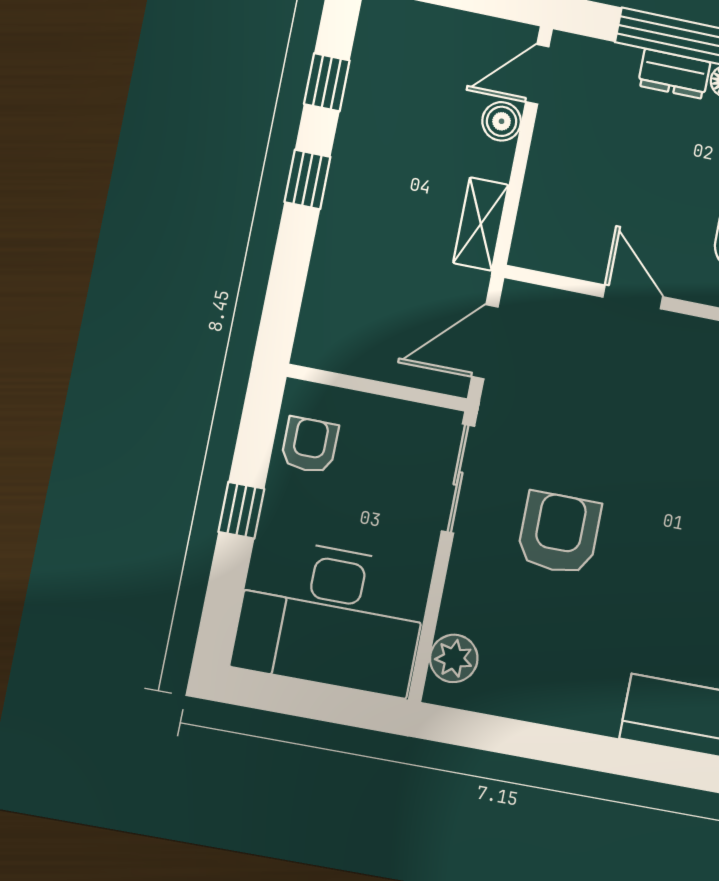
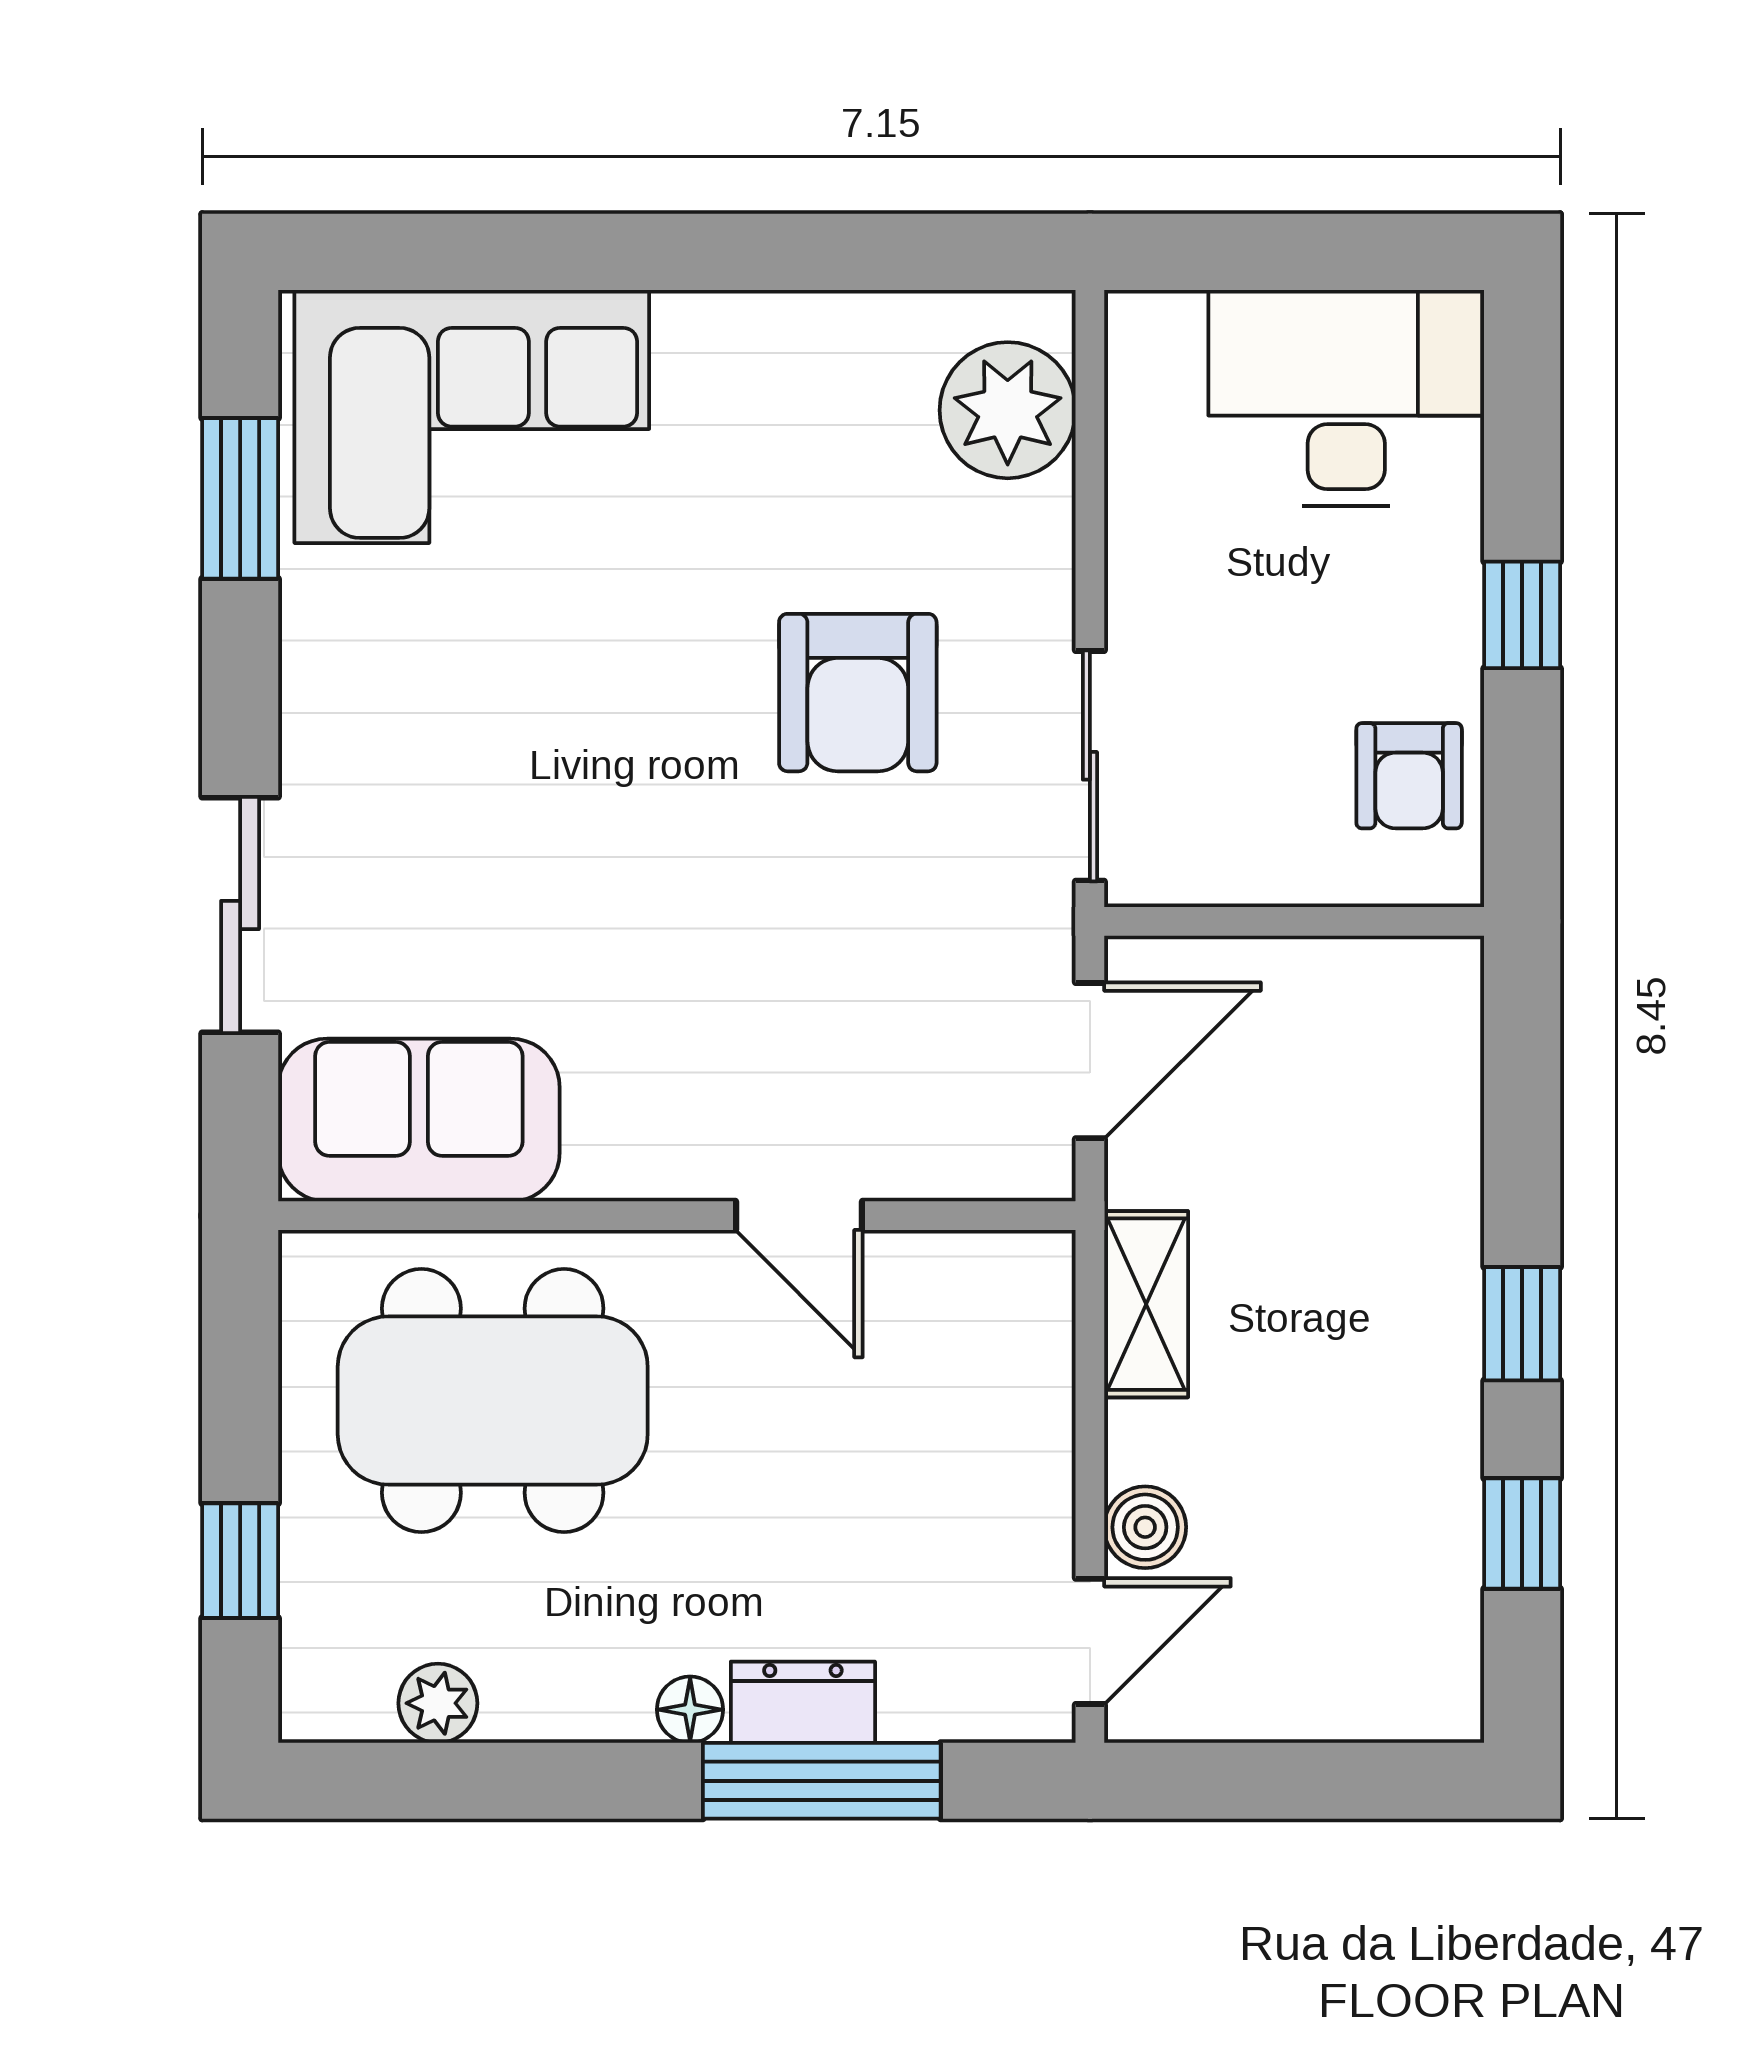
desk: (331, 617) -> (1346, 398), width x0.73, depth x0.77
plant: (454, 658) -> (1008, 410), width x1.36, depth x1.36

